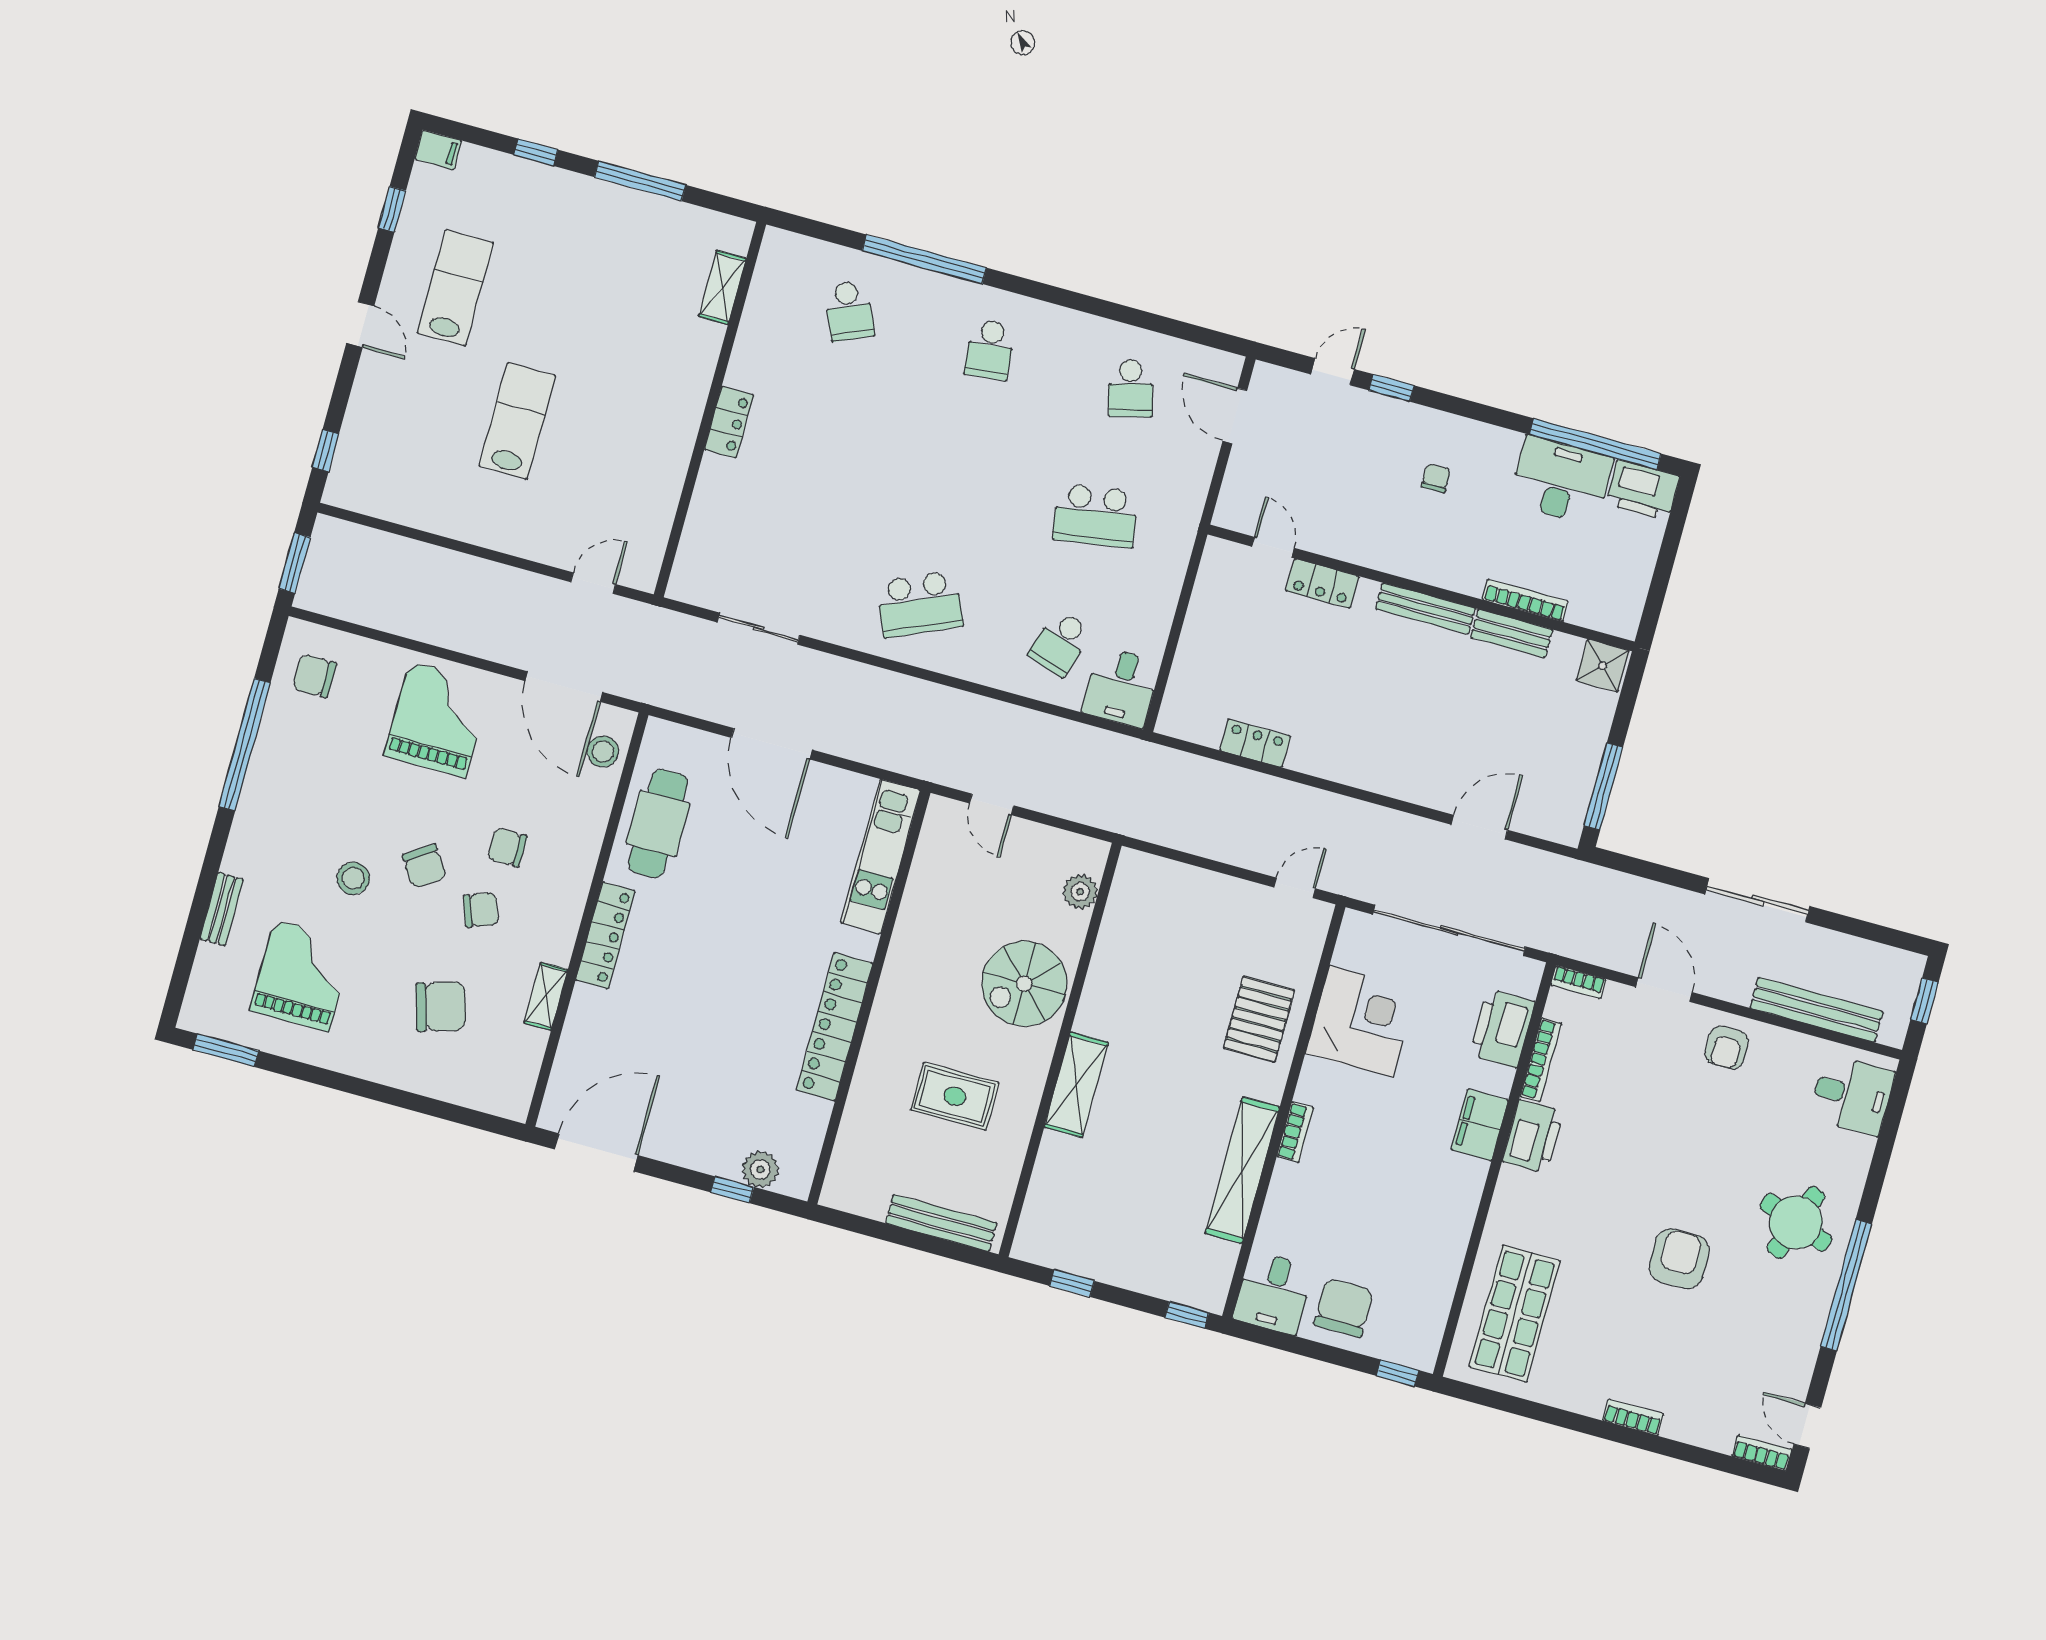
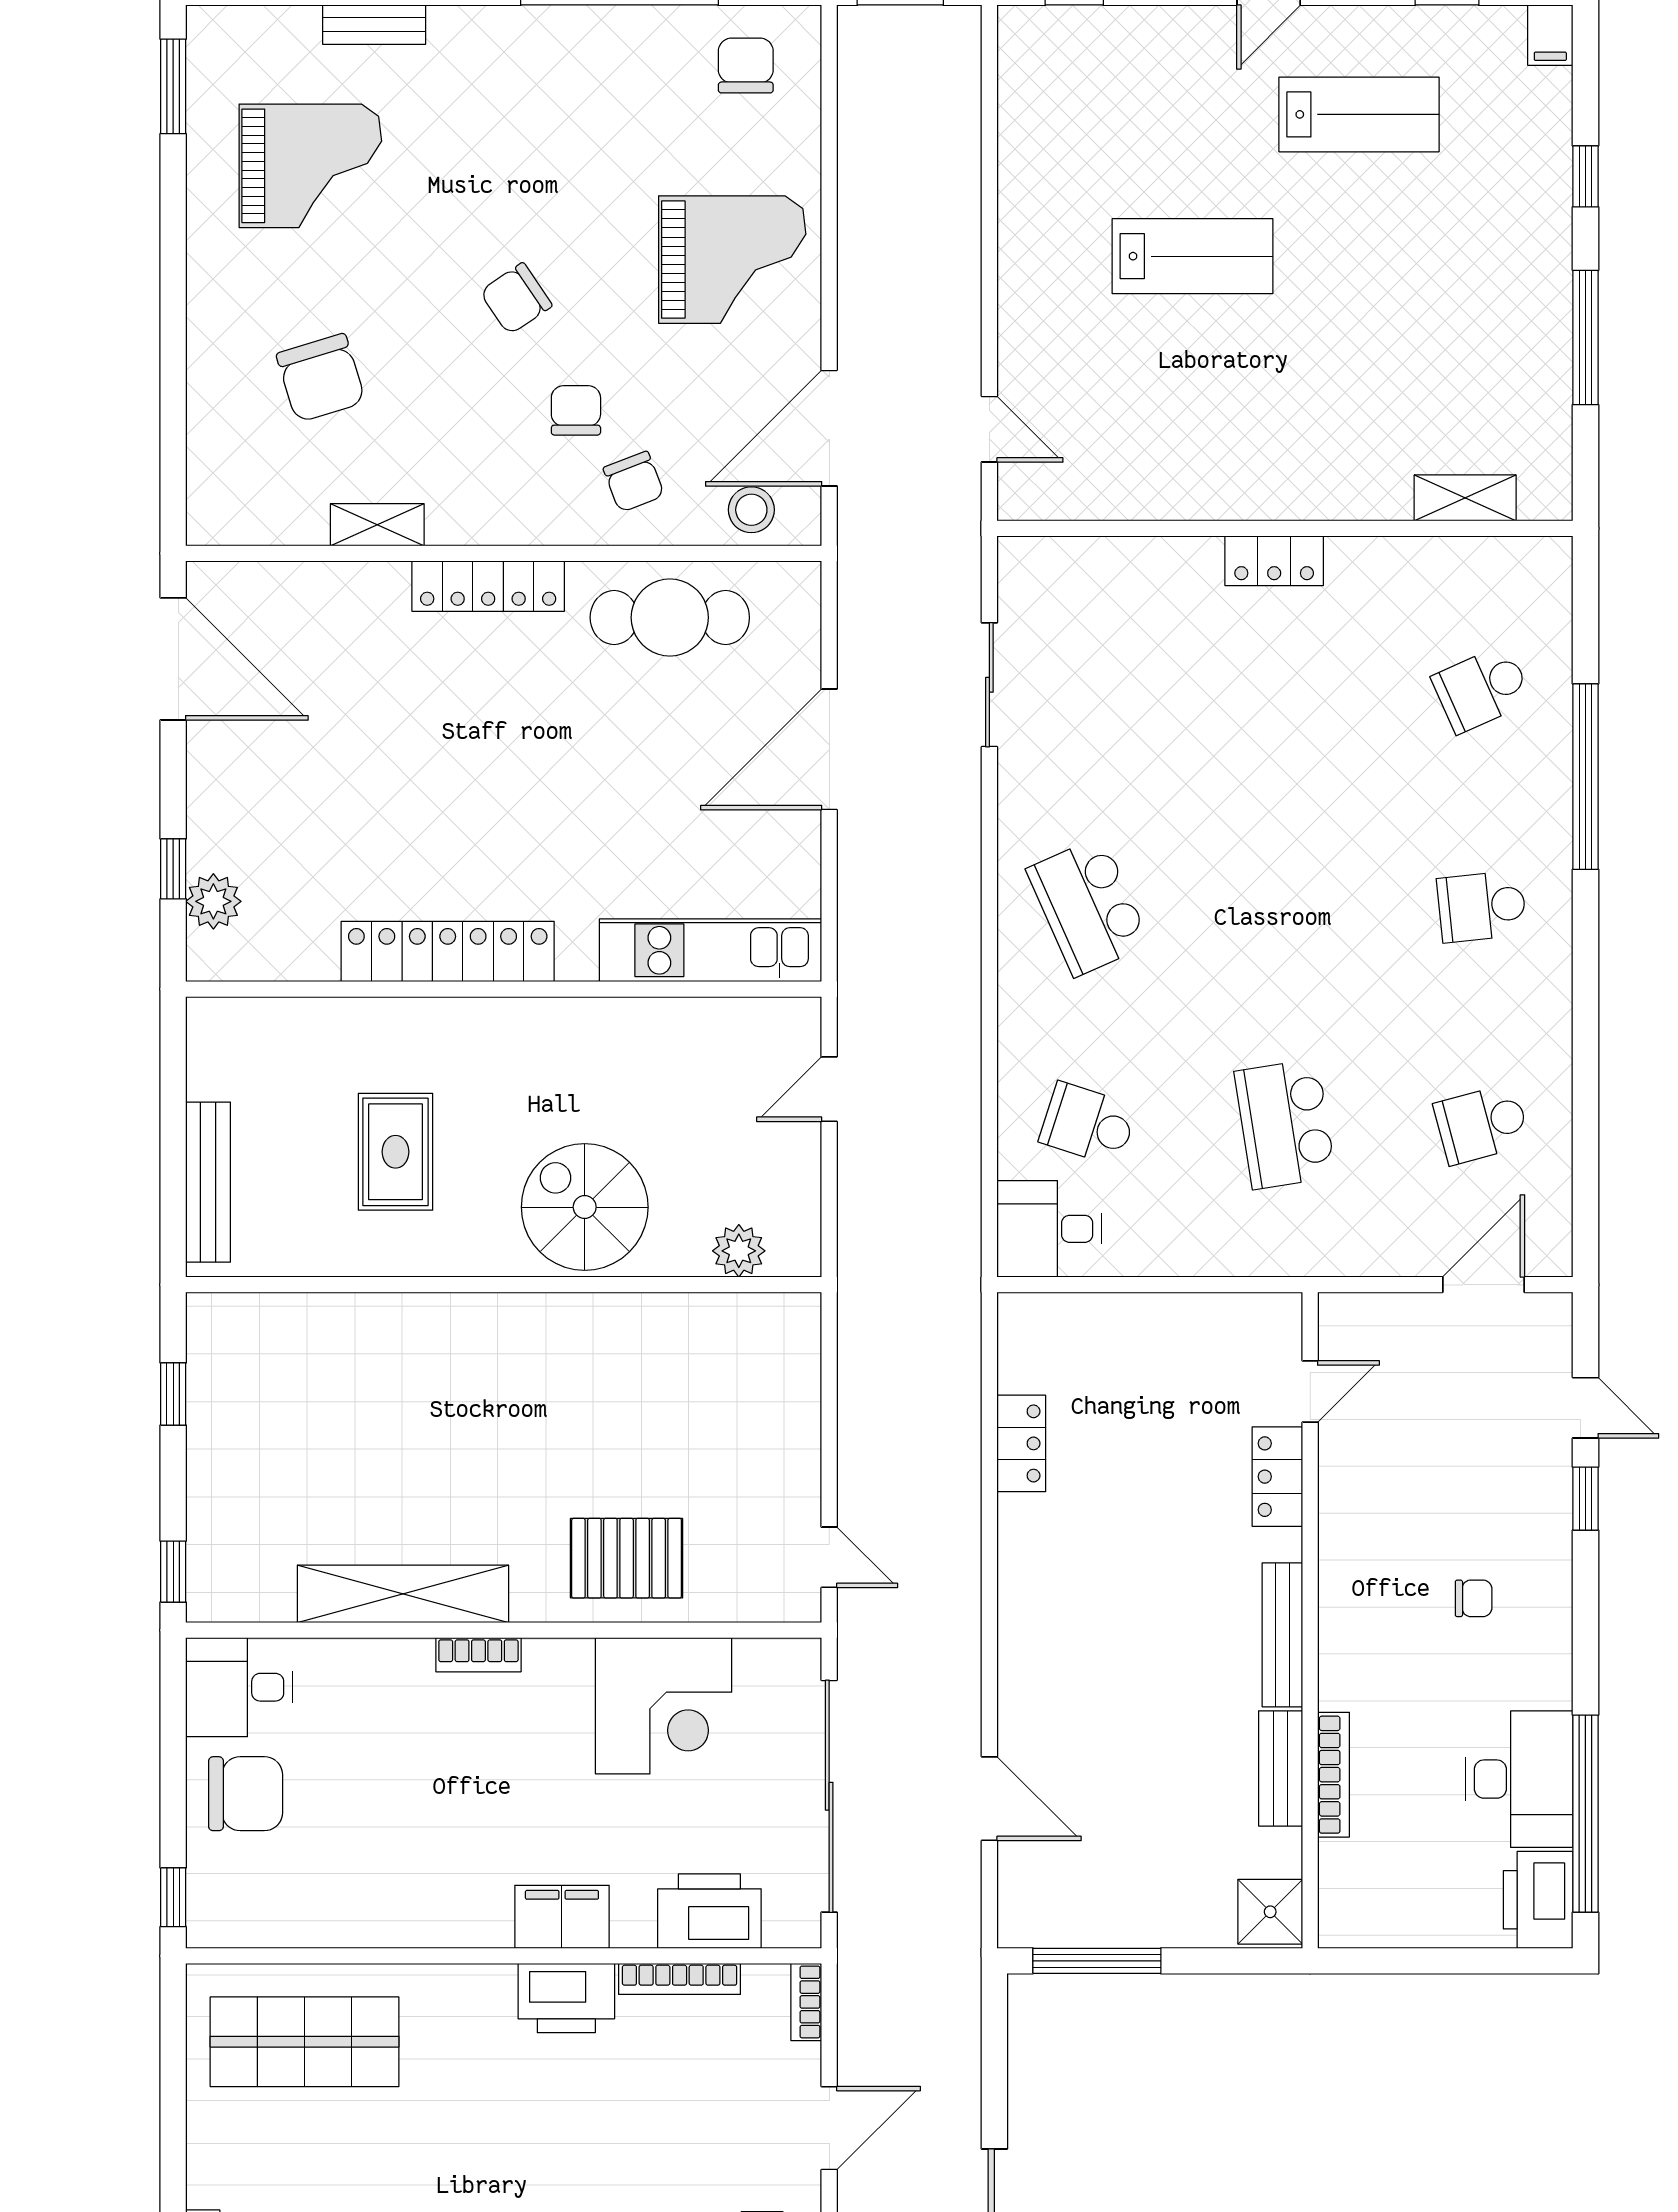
stool: (353, 878) -> (470, 201), removed
chair: (481, 910) -> (634, 482), moved
shelving: (1076, 1085) -> (460, 1322), removed

